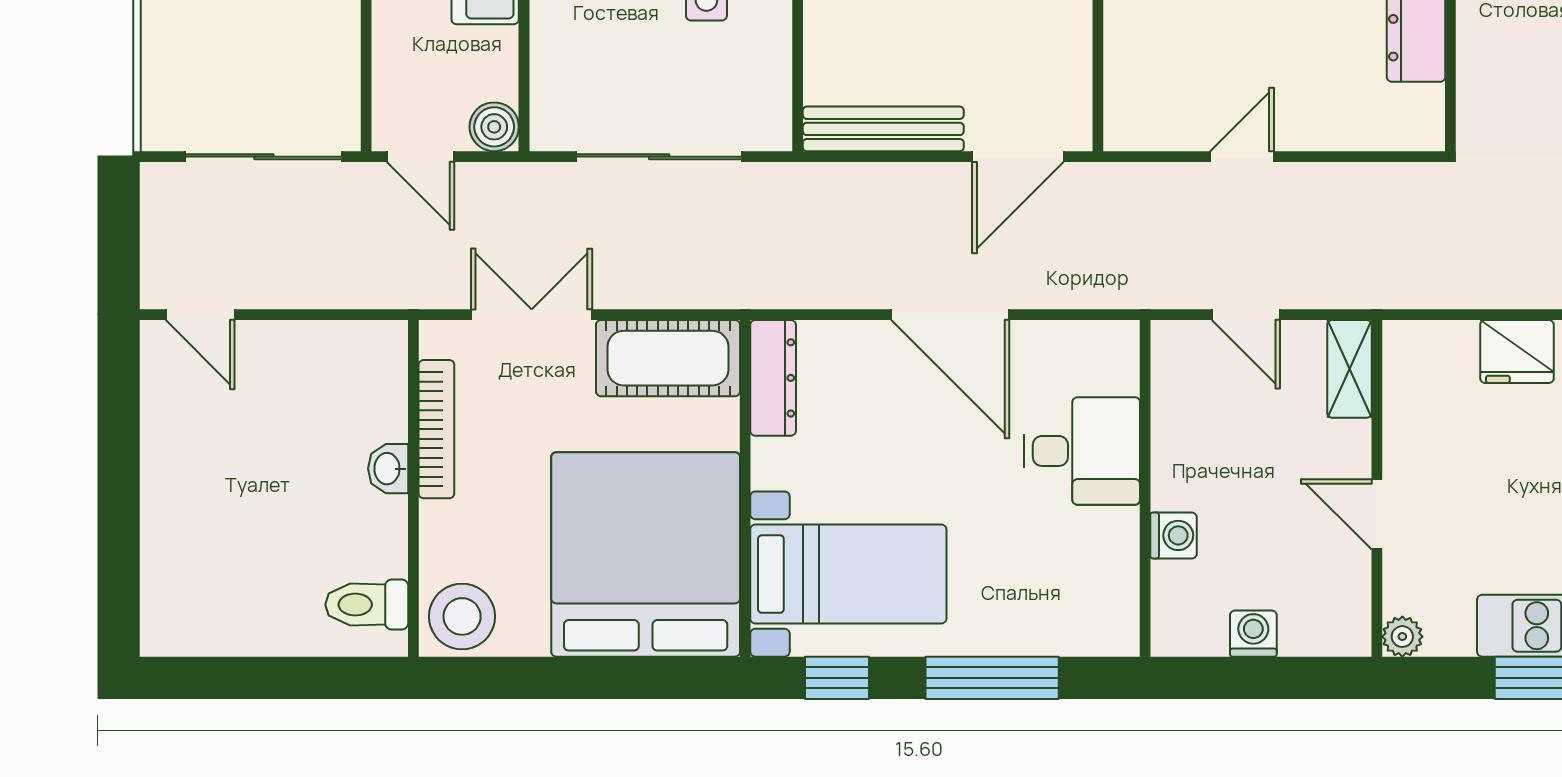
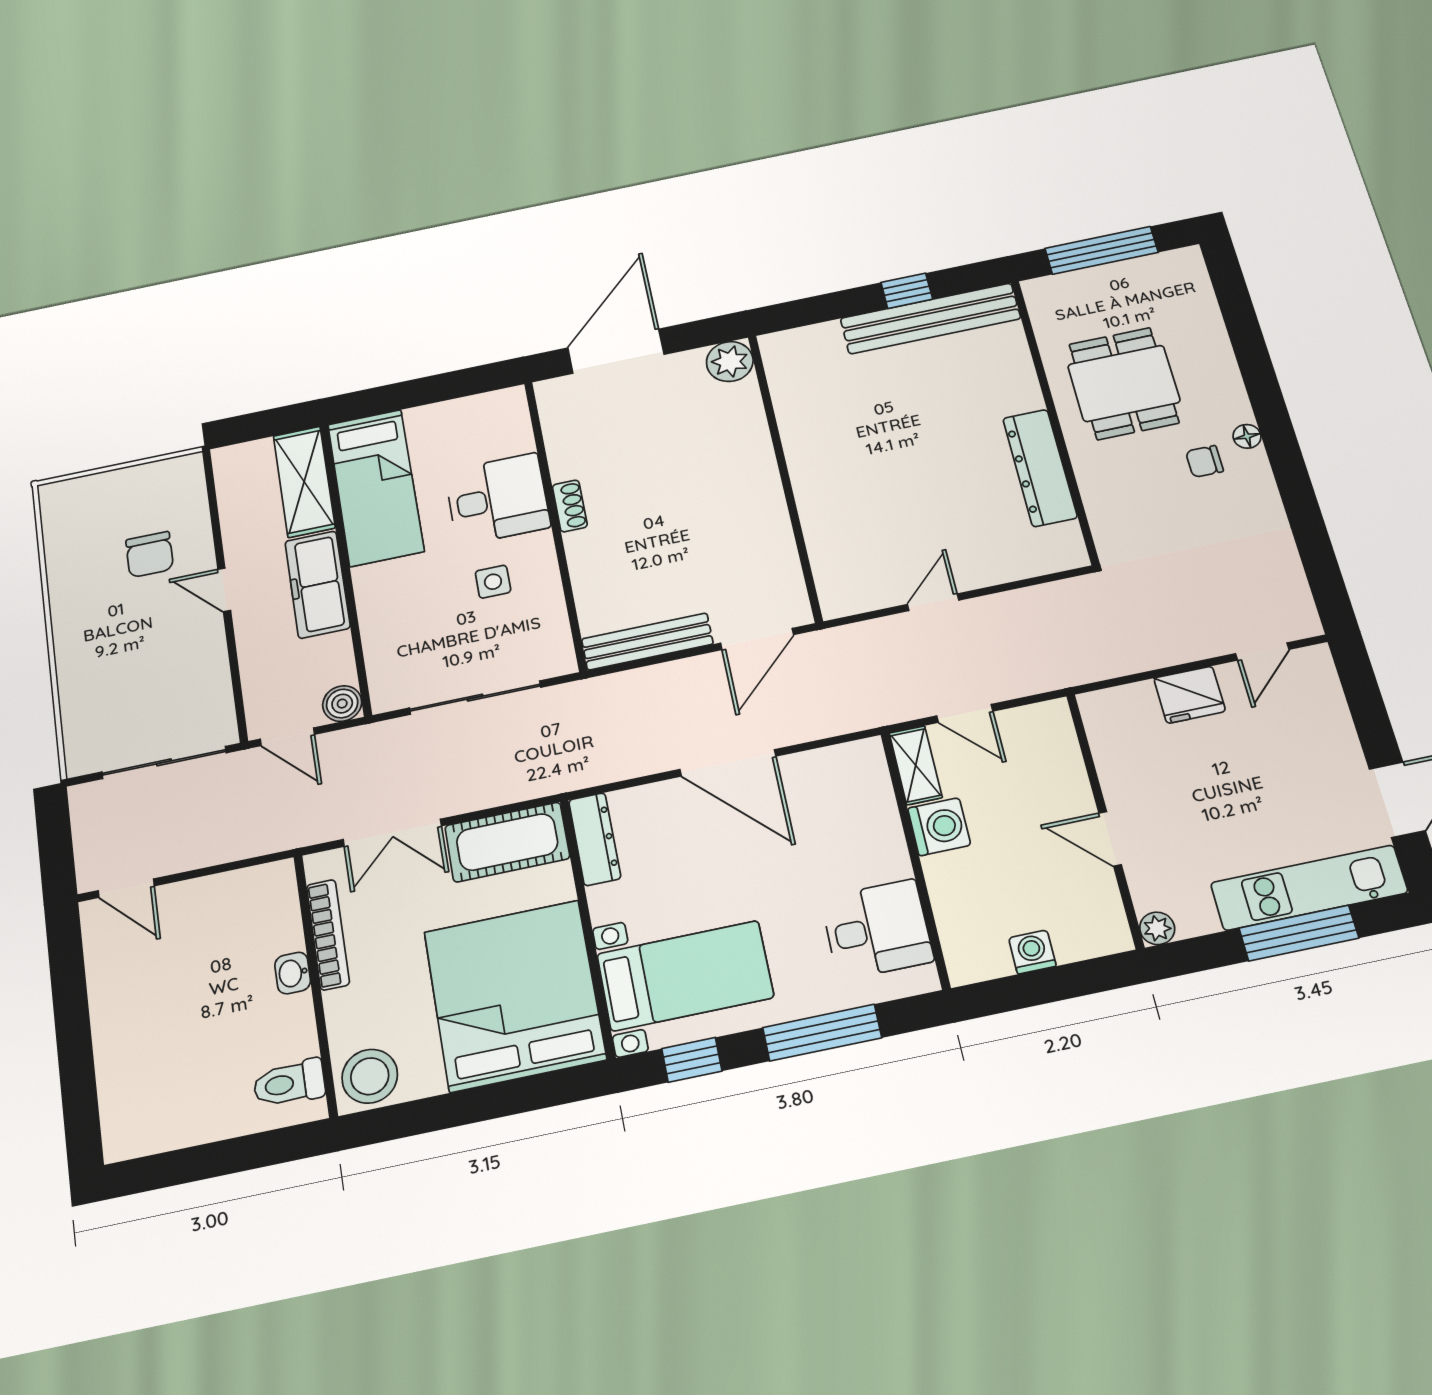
double door: (532, 315) -> (392, 833), swing flipped
shelving: (1349, 369) -> (916, 765), moved
desk: (1082, 451) -> (877, 929), moved
washing machine: (1174, 535) -> (939, 827), moved, width x1.38, depth x1.38

